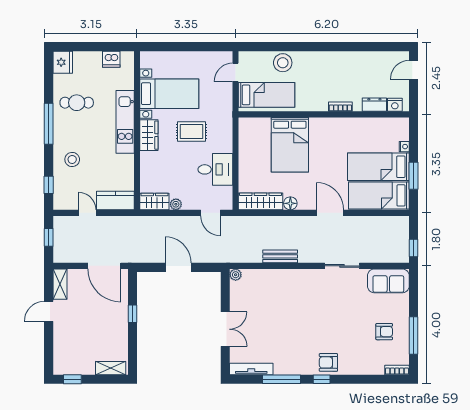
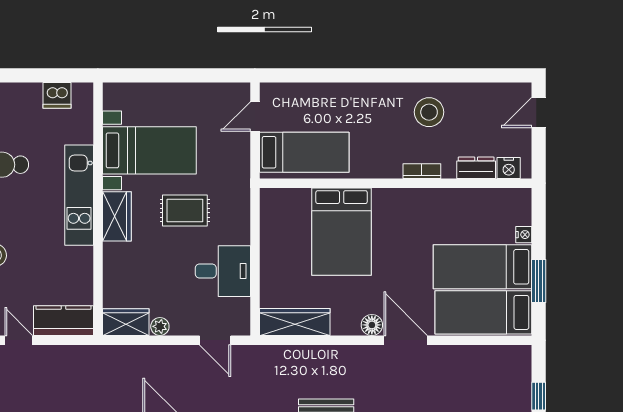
stool: (283, 63) -> (429, 112), moved
floor lamp: (290, 203) -> (372, 325), moved

